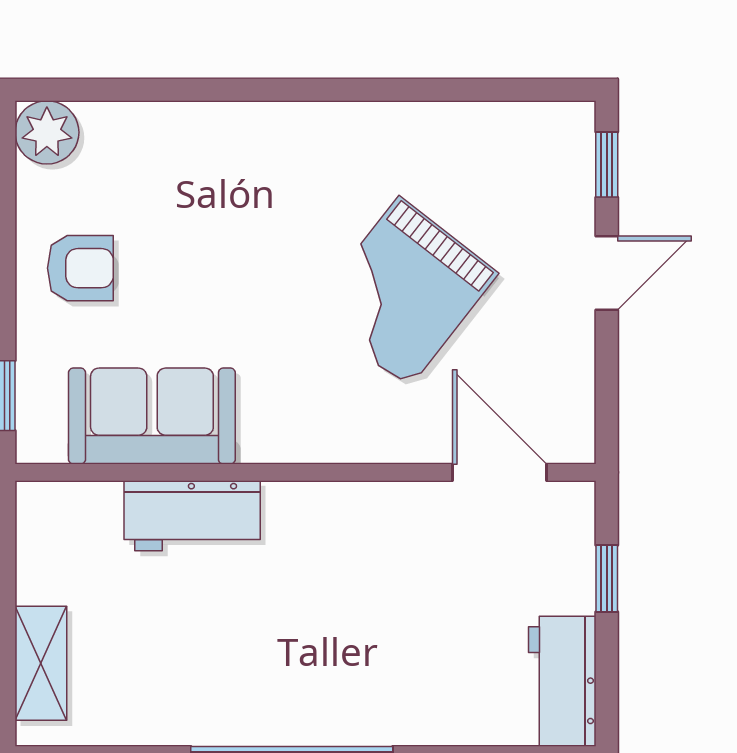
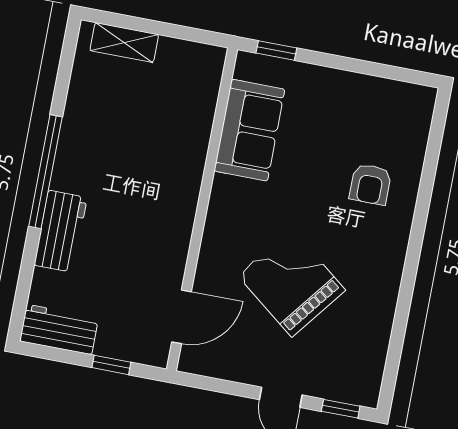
plant: (47, 132) -> (418, 102), removed
armchair: (80, 268) -> (370, 184), moved
workbench: (192, 516) -> (61, 231), moved, turned 180

